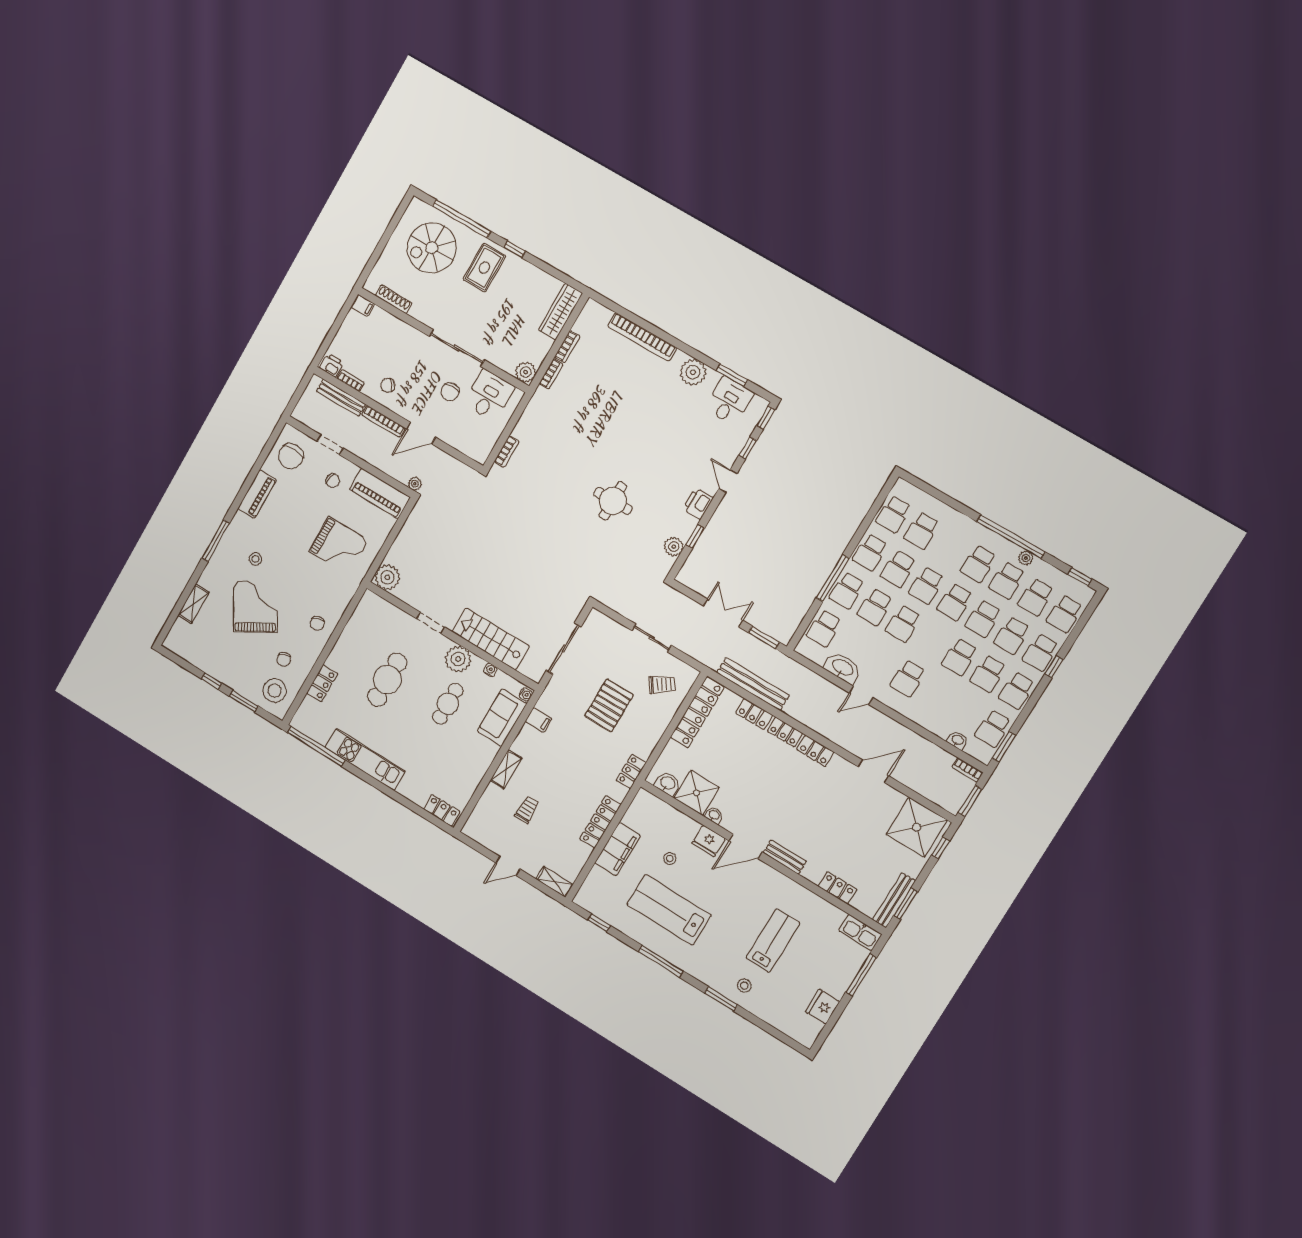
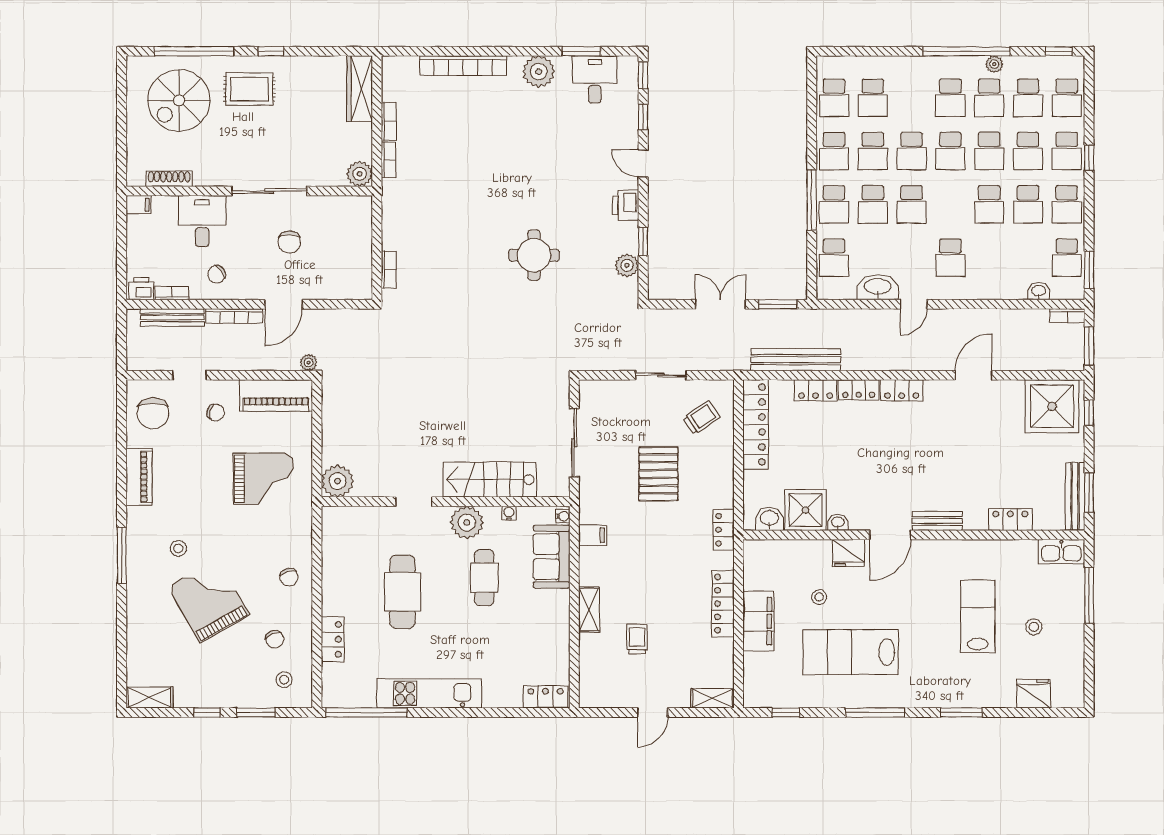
rug: (484, 268) -> (249, 89), turned 90
desk: (489, 395) -> (202, 221), moved
shelving: (193, 604) -> (150, 697), moved, turned 90
stool: (275, 691) -> (284, 680), width x0.53, depth x0.53
stool: (744, 986) -> (1034, 627), moved
fridge: (823, 1007) -> (1034, 694), moved, turned 90

